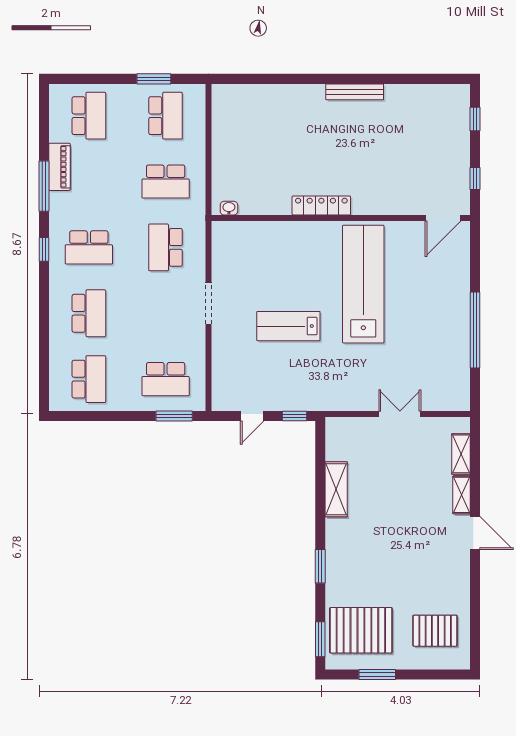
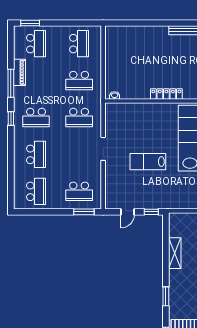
window: (154, 79) -> (30, 23), moved
school desk: (166, 247) -> (79, 117), turned -90

